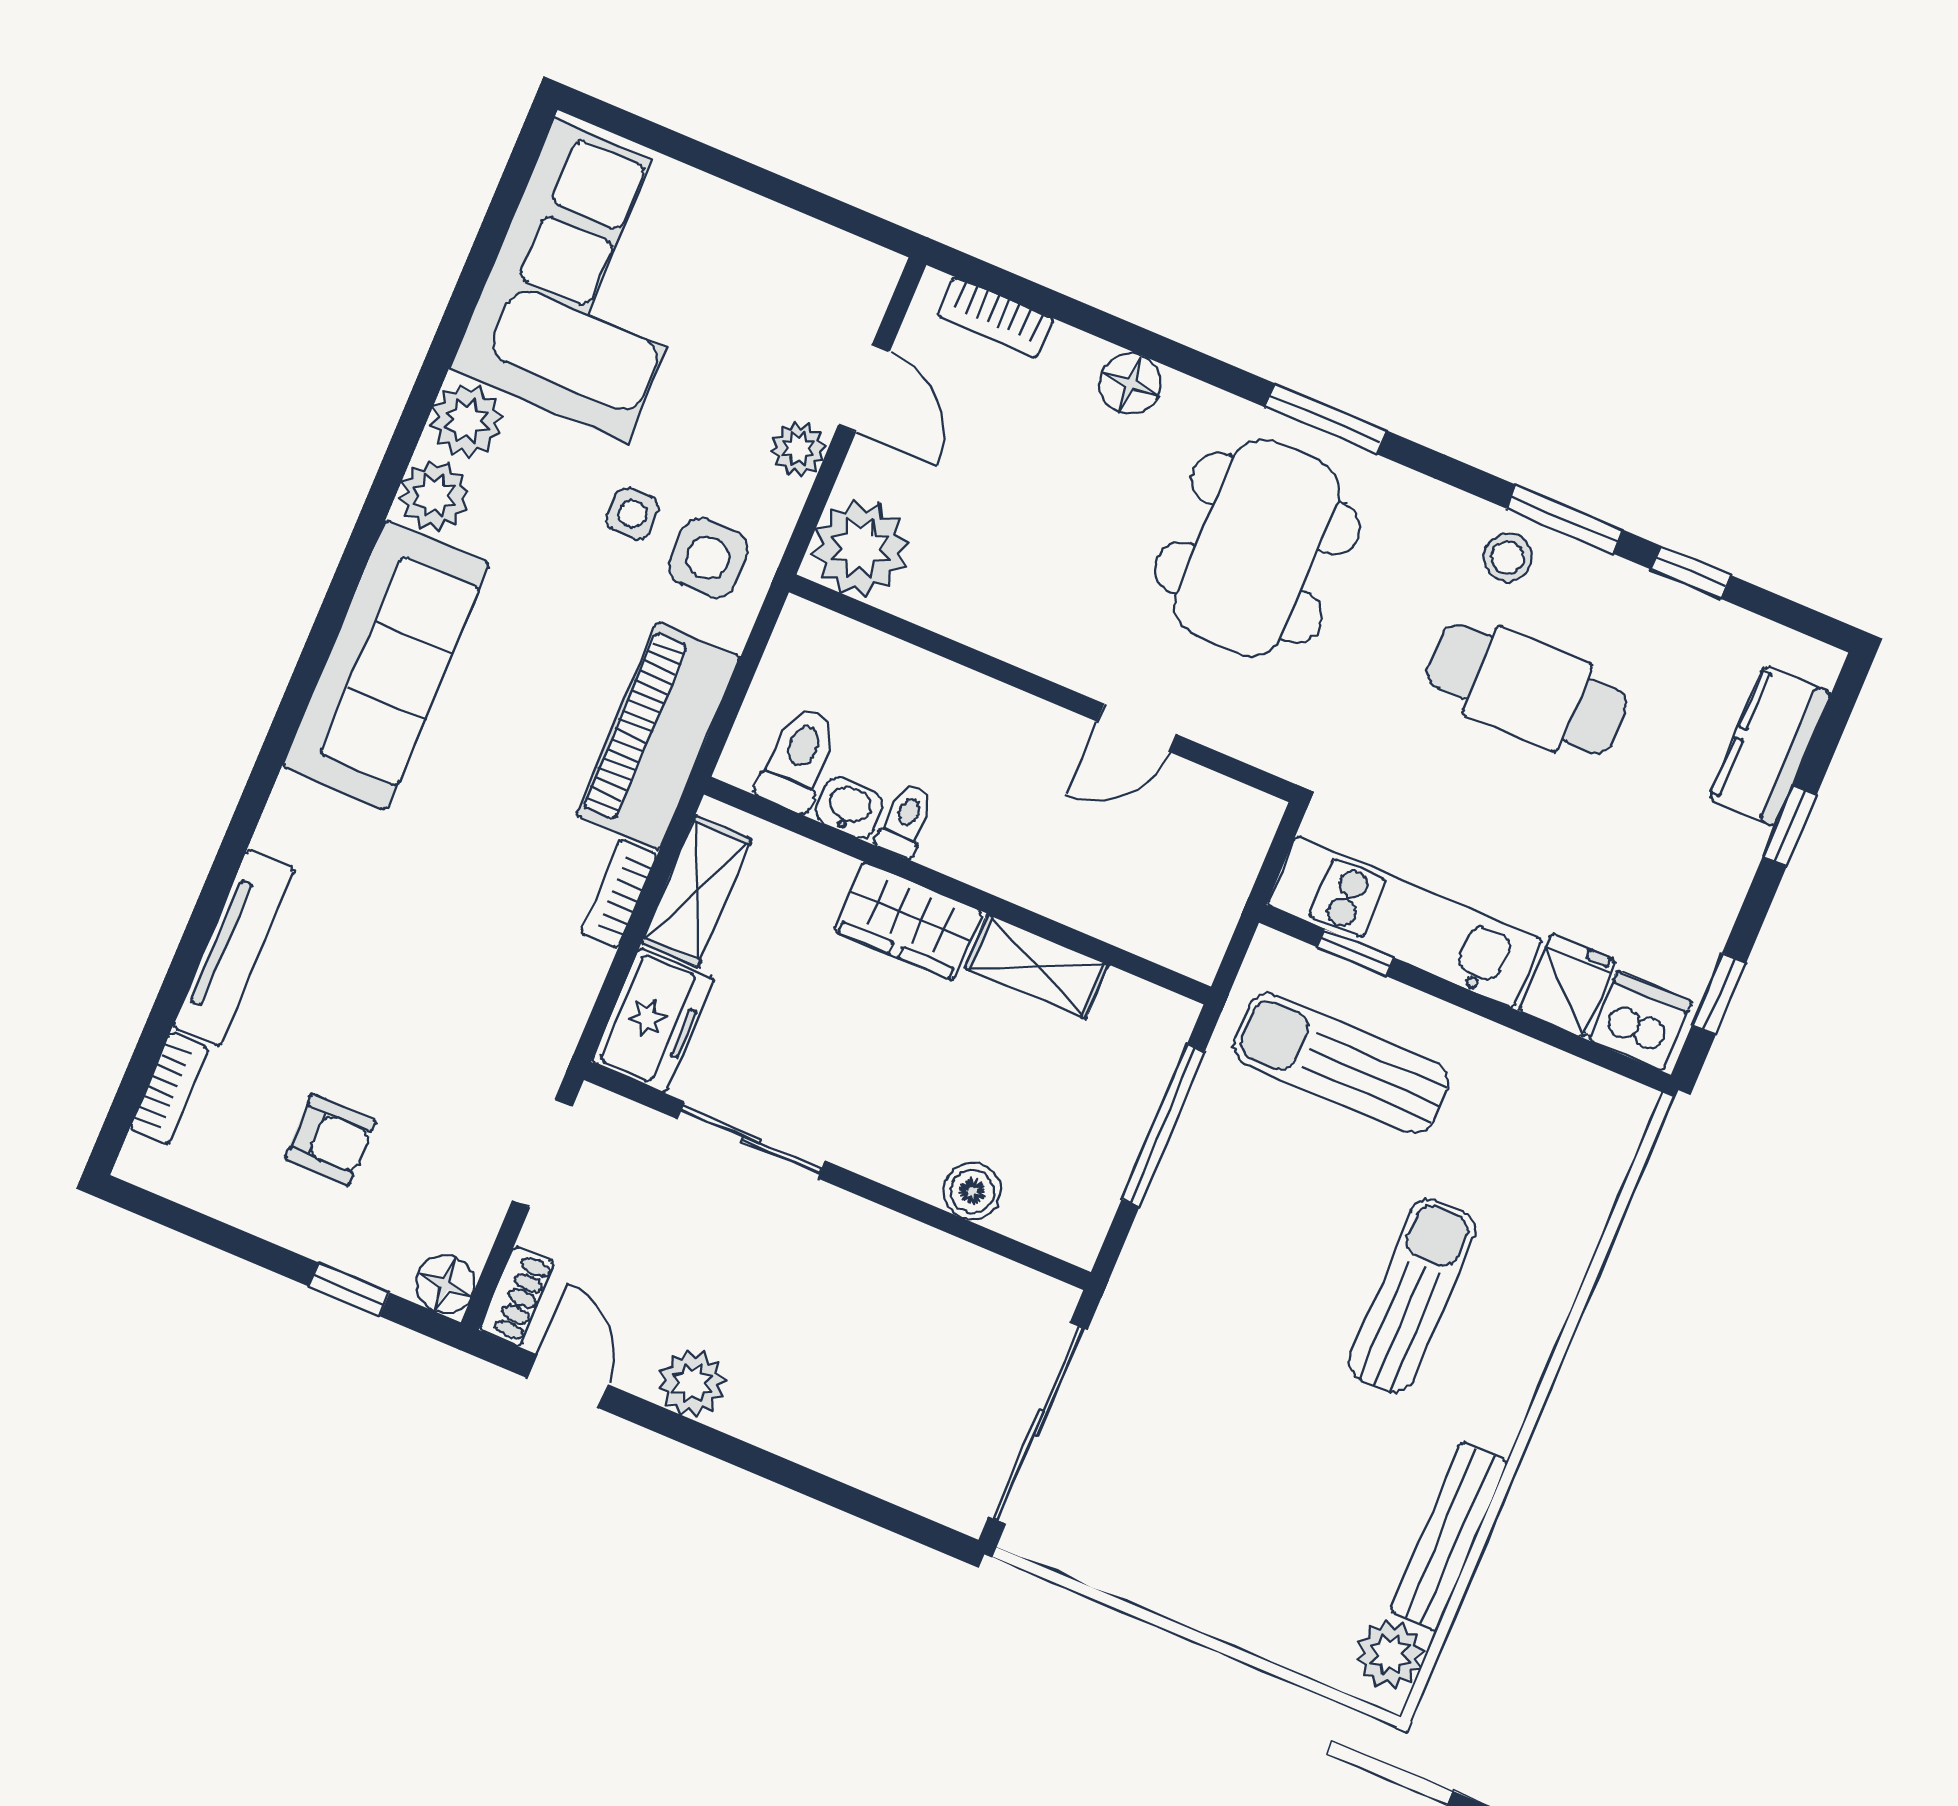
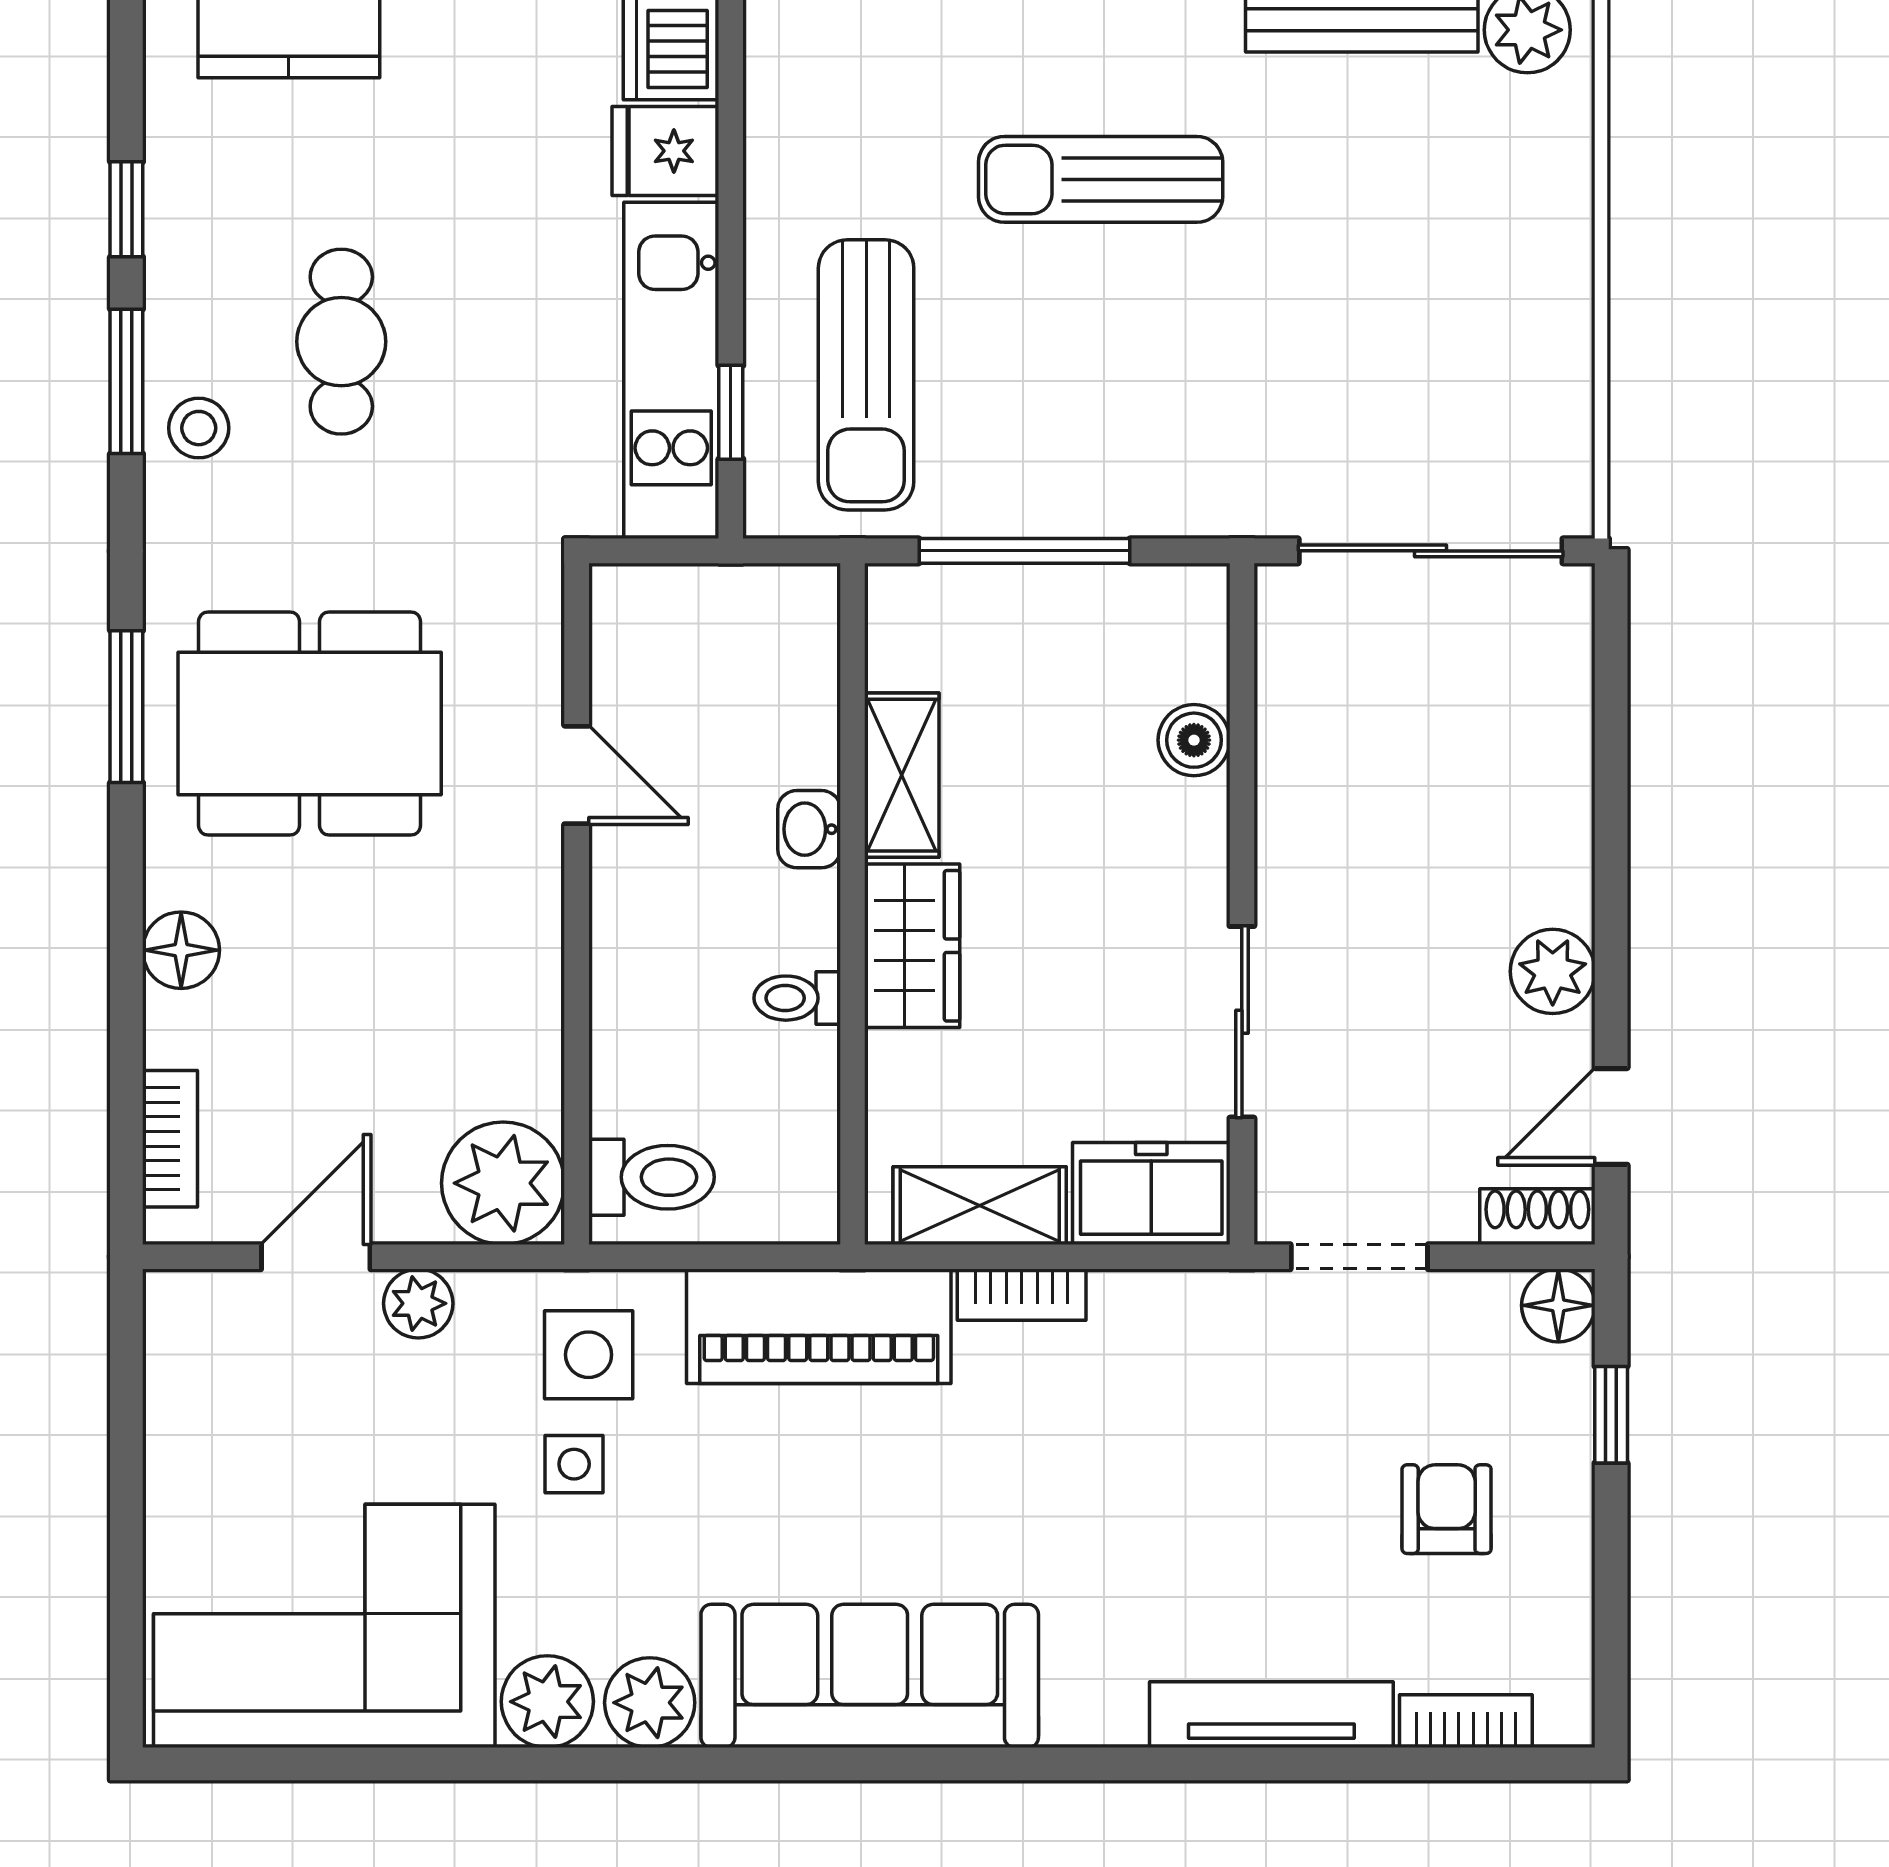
cafe table: (1527, 689) -> (341, 342), width x0.73, depth x0.74
toilet: (798, 759) -> (651, 1177), moved, turned 180
washbasin: (849, 808) -> (809, 829), moved

